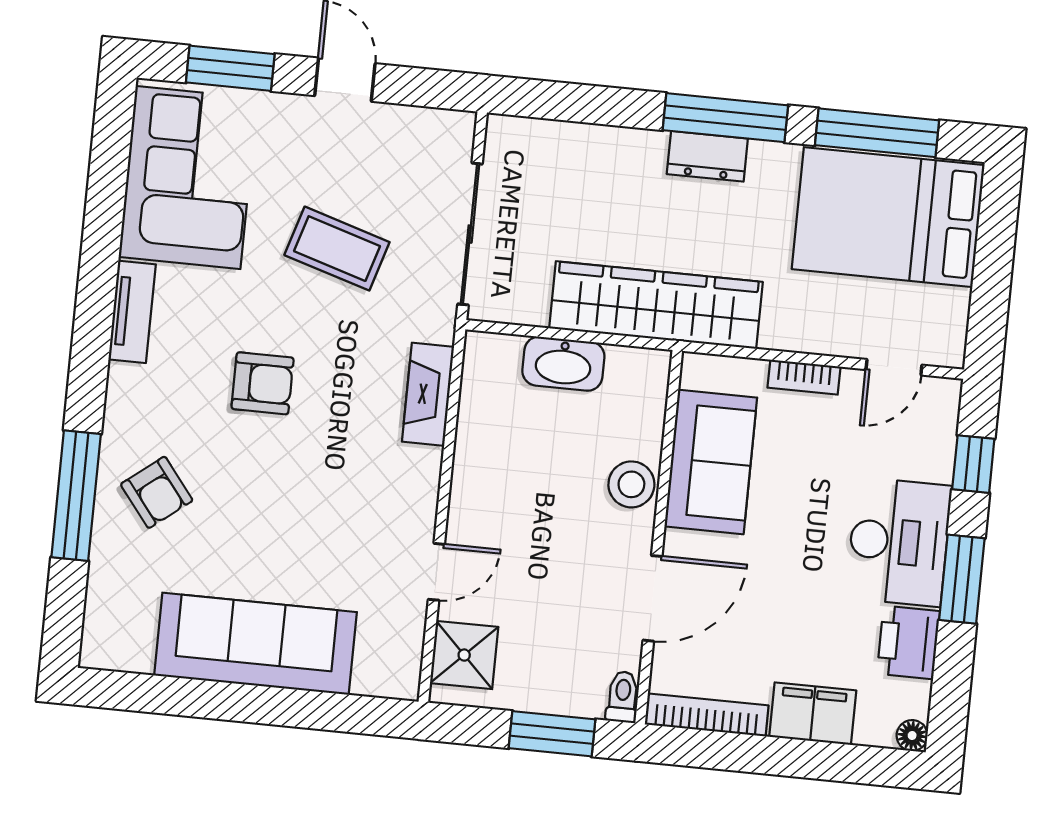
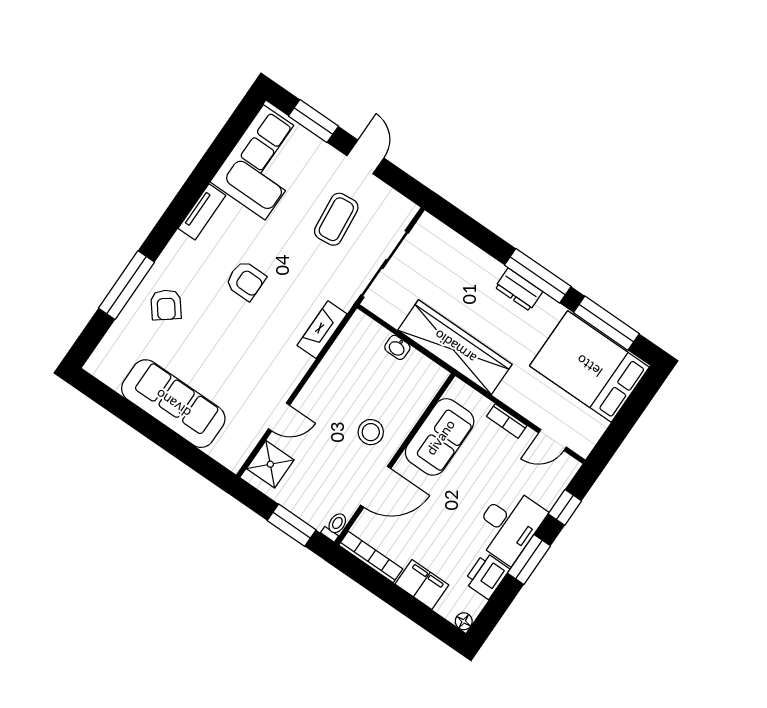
coffee table: (337, 249) -> (336, 219), moved, turned 67
washbasin: (563, 364) -> (397, 347), width x0.52, depth x0.69
stool: (631, 484) -> (371, 432), moved

